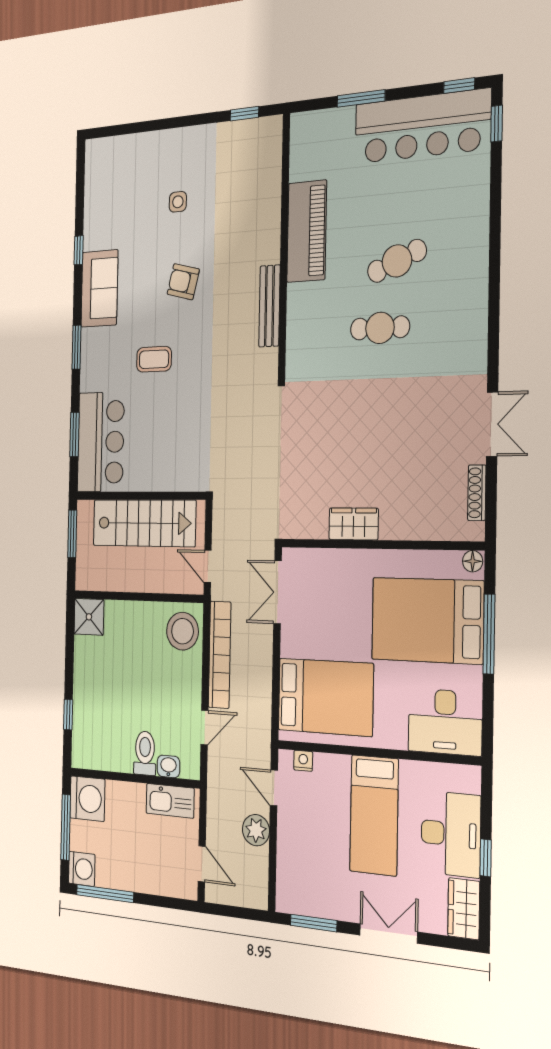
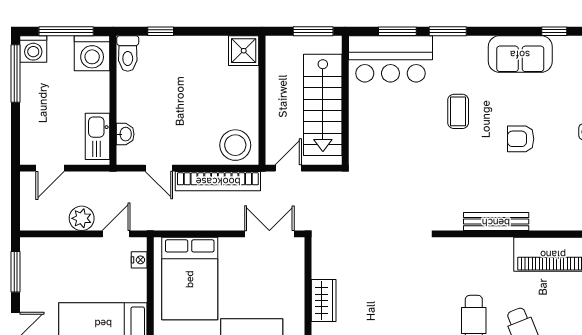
armchair: (183, 282) -> (521, 139), turned -104
window: (76, 347) -> (448, 31), moved
toilet: (145, 753) -> (128, 53), moved, turned 90

